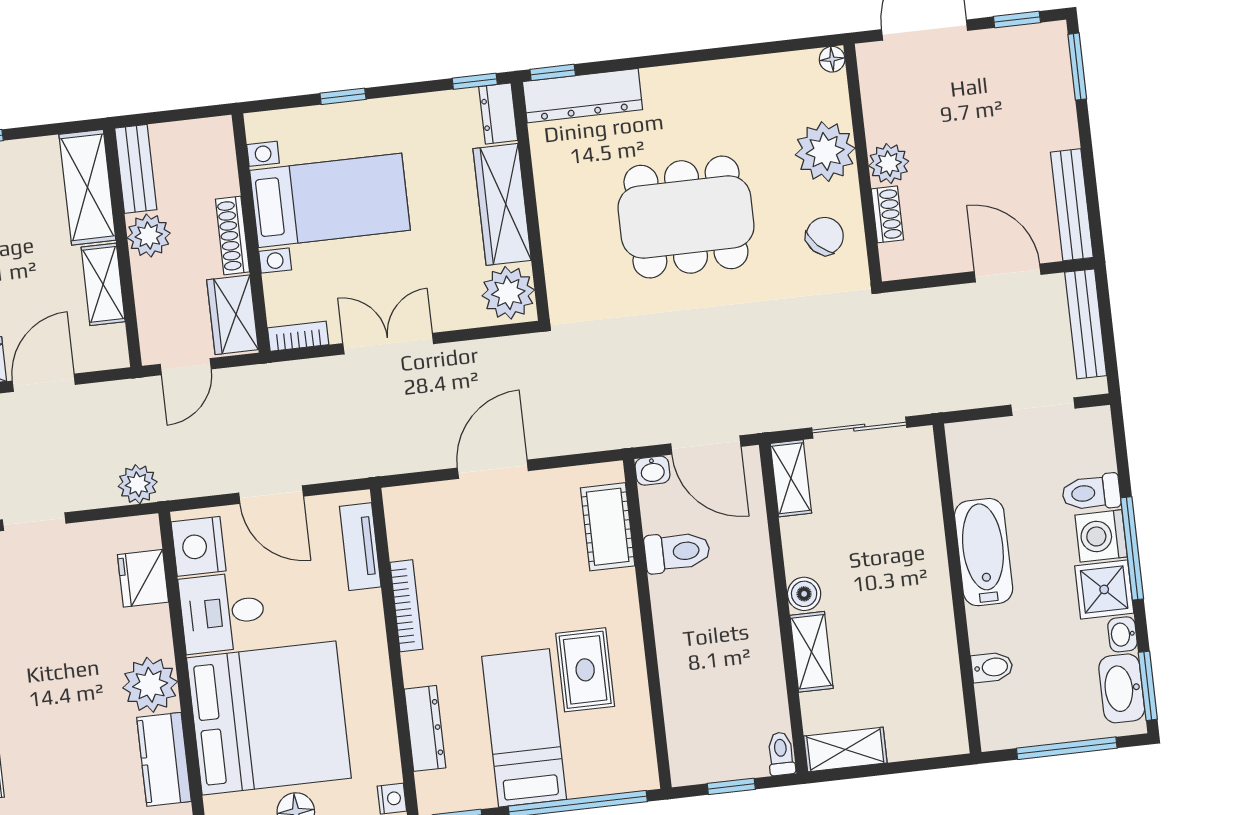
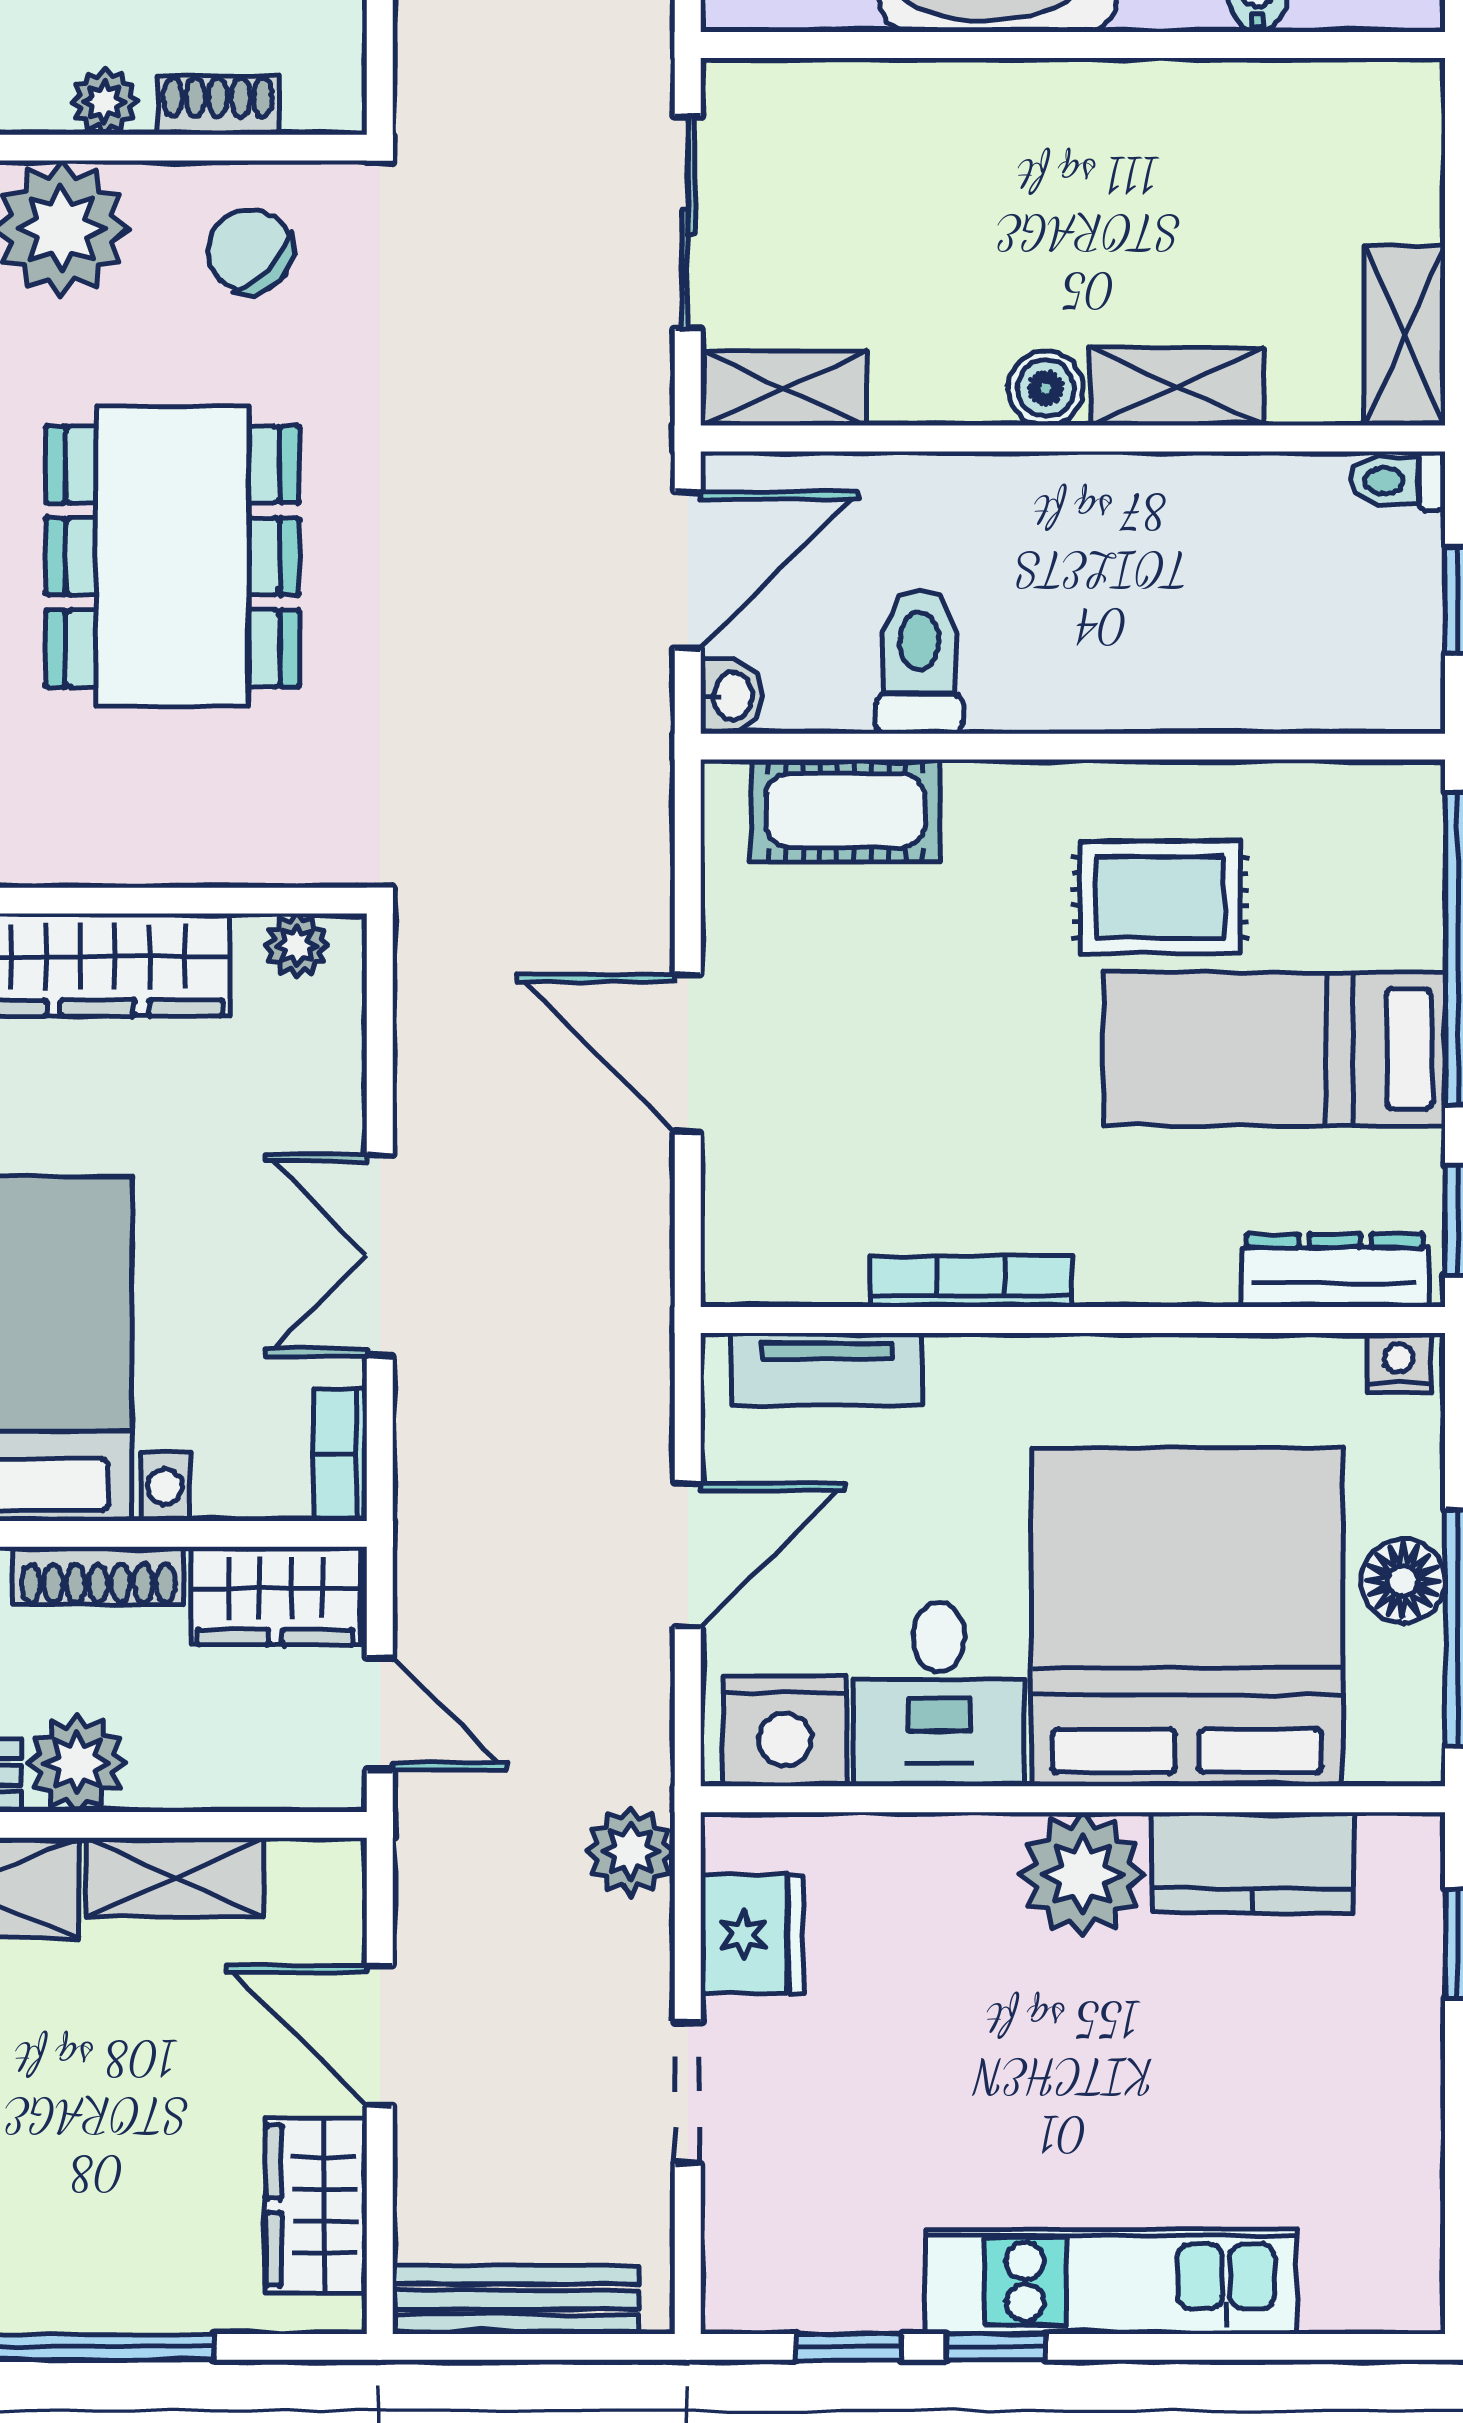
plant: (889, 164) -> (104, 102), width x0.73, depth x0.73
plant: (508, 293) -> (297, 945), width x0.53, depth x0.53
fridge: (143, 578) -> (752, 1934), moved, turned -90
dresser: (425, 728) -> (1335, 1271), moved

